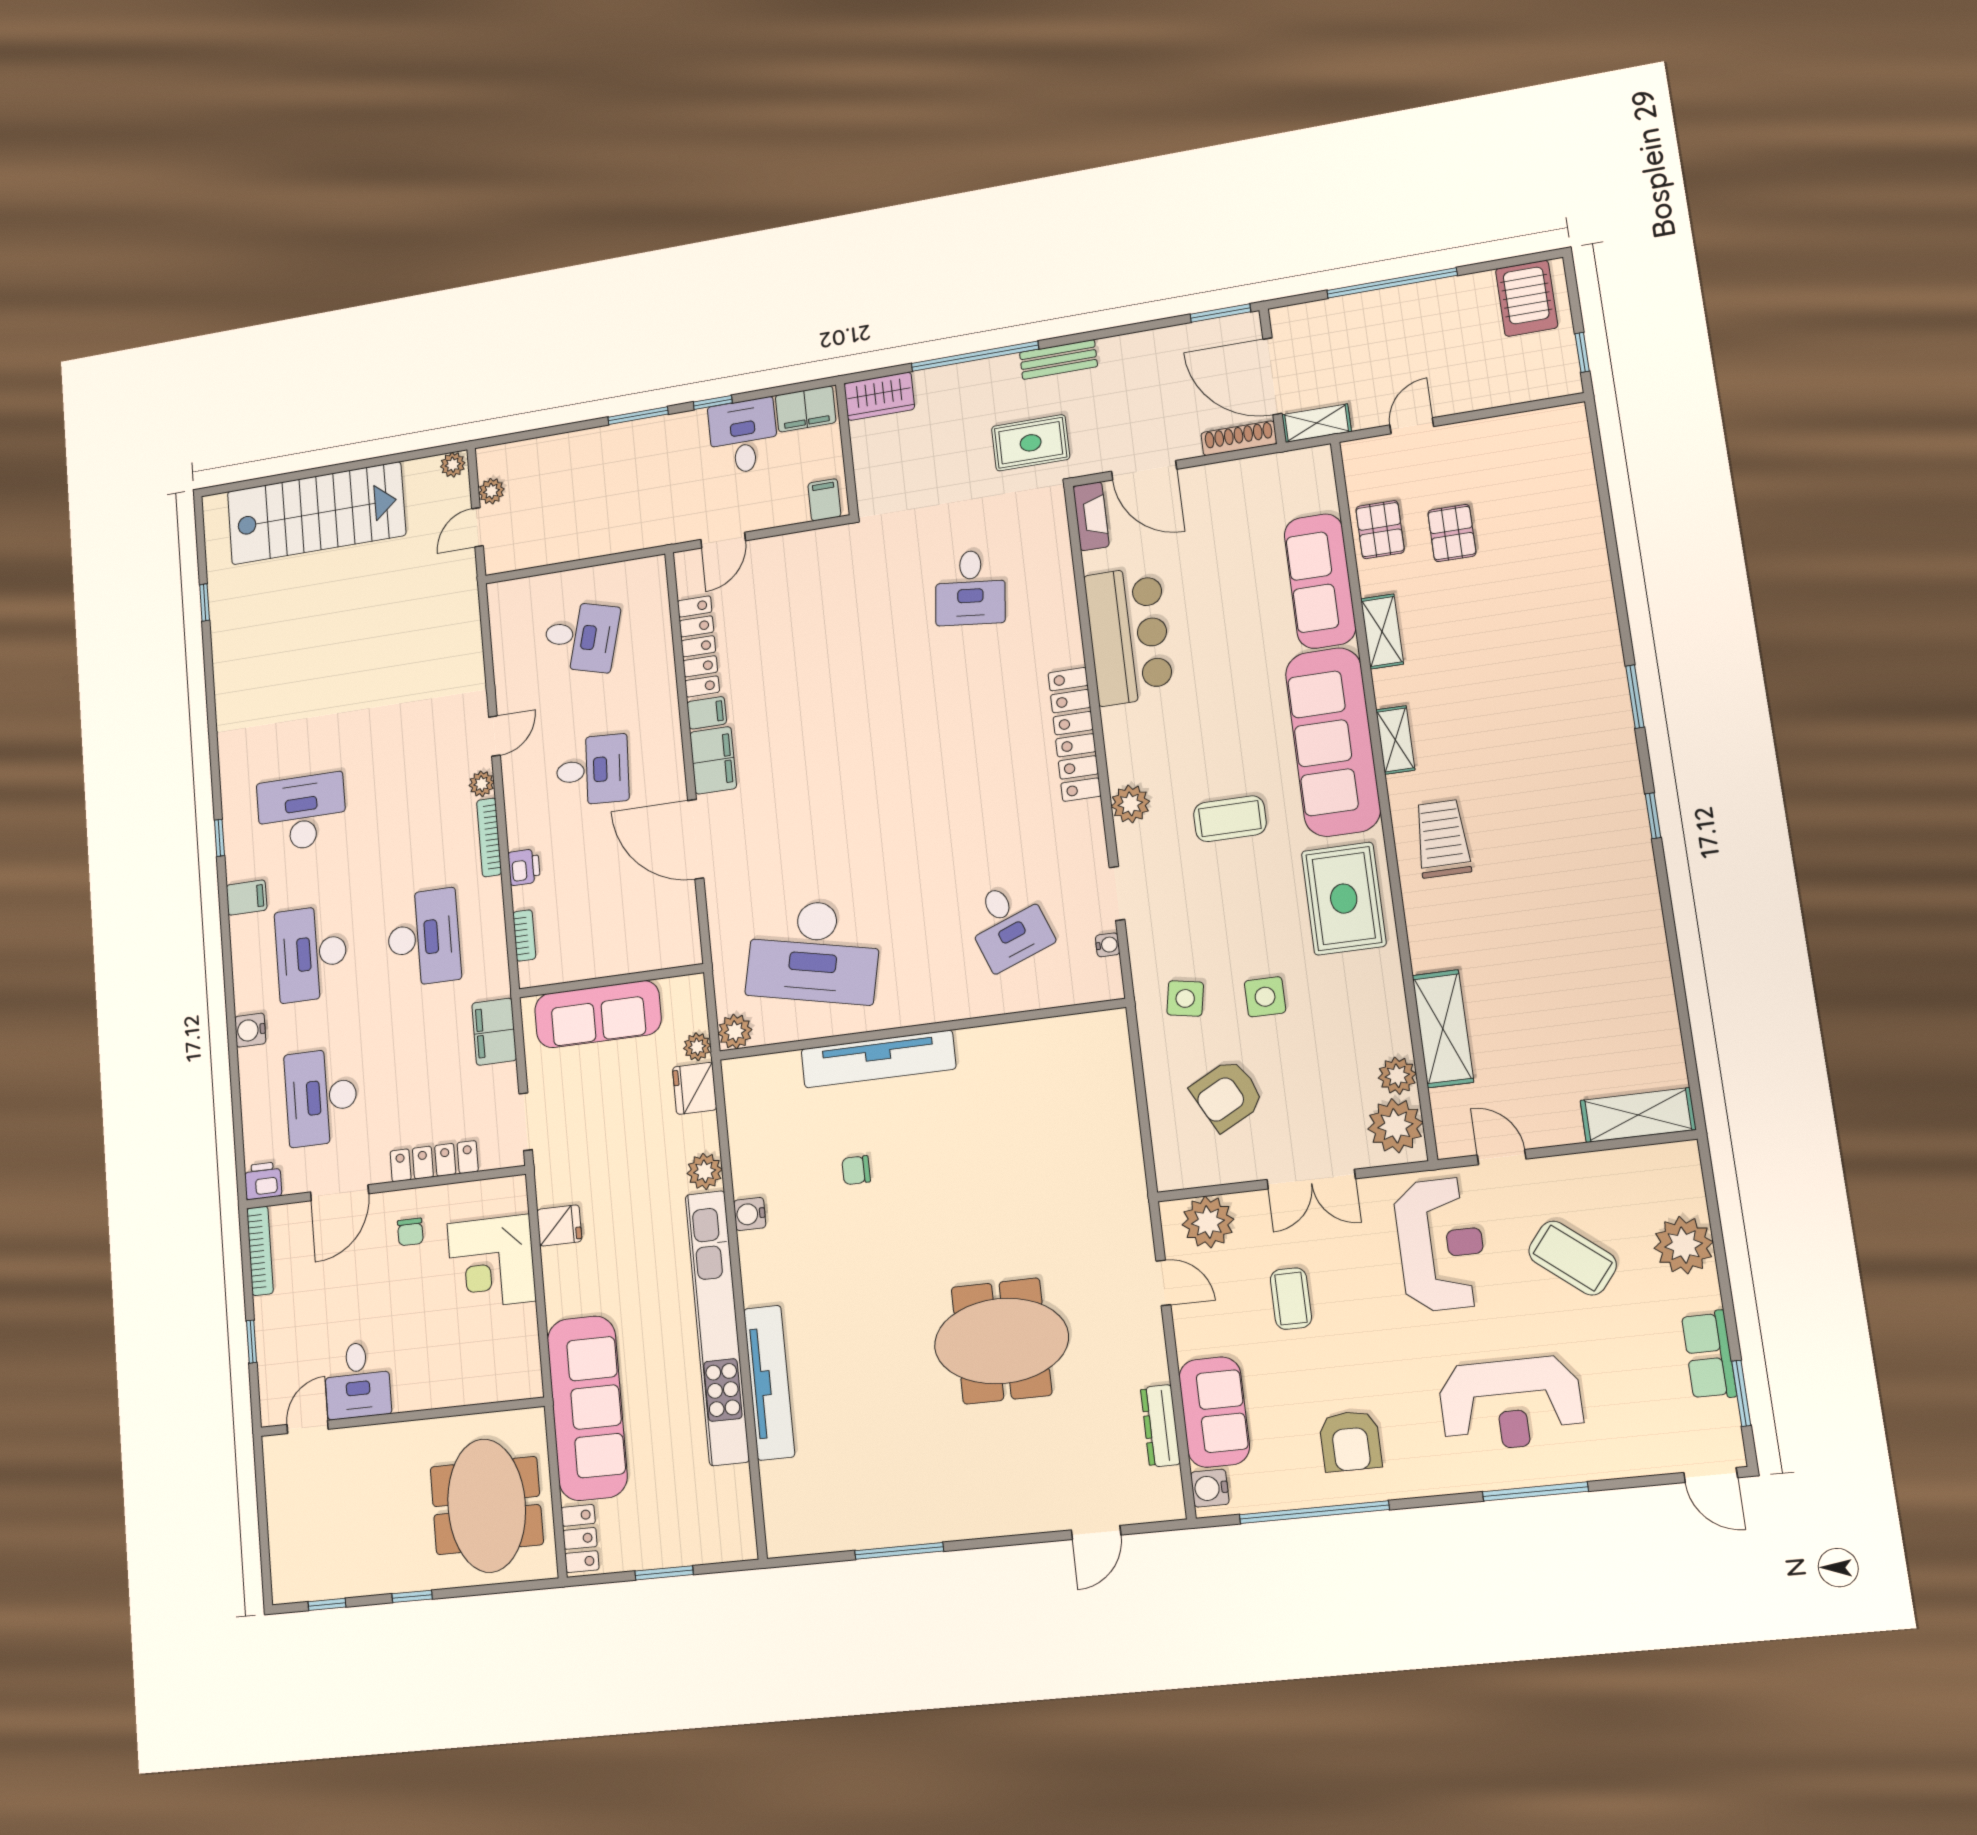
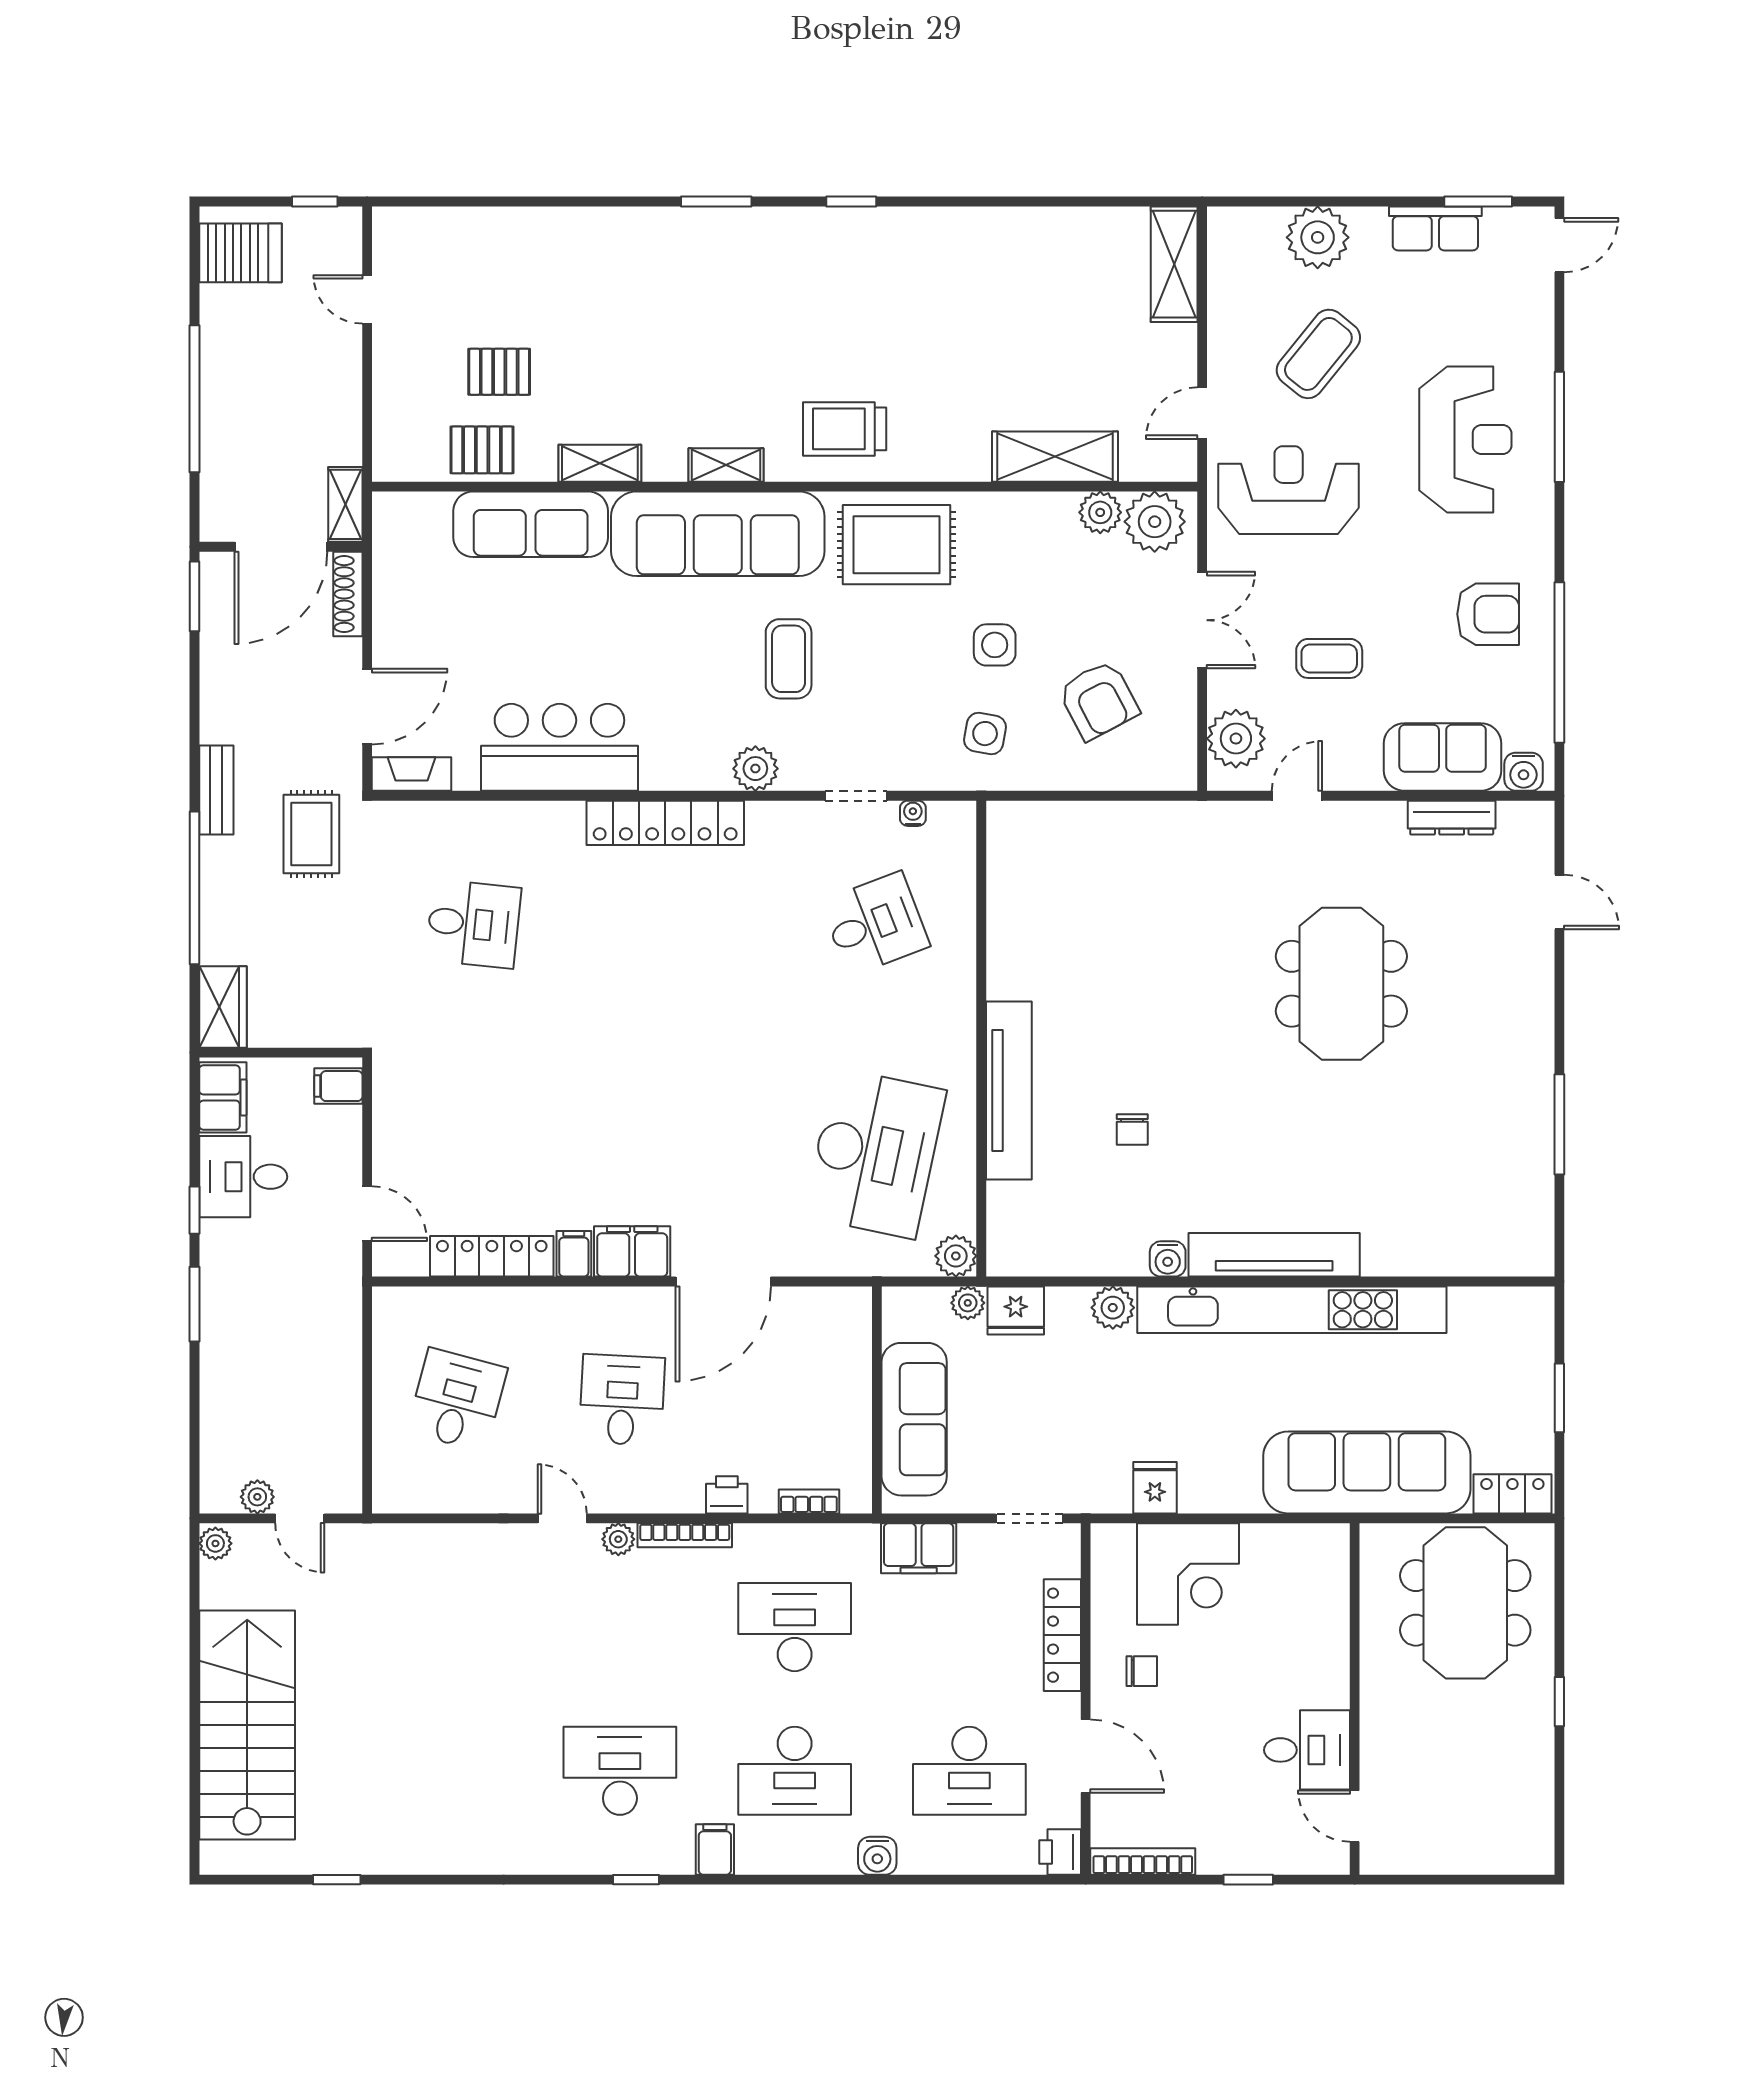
door: (1412, 426) -> (367, 299), moved
desk: (302, 812) -> (620, 1771), turned 90
tv unit: (769, 1383) -> (1274, 1255), moved
meeting table: (487, 1506) -> (1465, 1603), turned 90
window: (327, 1604) -> (1559, 1807), removed

